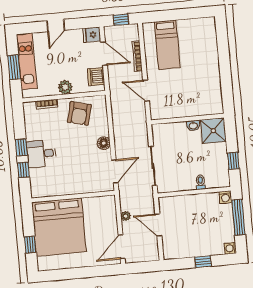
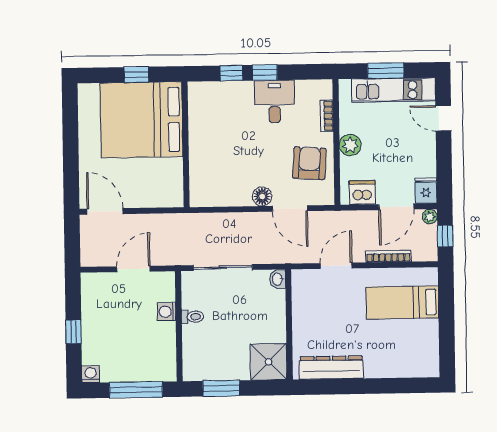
door: (56, 26) -> (443, 118), moved
dresser: (214, 89) -> (331, 368), added
armchair: (79, 113) -> (309, 163), turned 80
washbasin: (193, 126) -> (278, 279), moved
desk: (41, 154) -> (275, 101), moved
window: (233, 161) -> (221, 388), width x1.50
door: (115, 171) -> (290, 208), moved
toilet: (201, 182) -> (193, 317), moved
washing machine: (225, 197) -> (167, 312), moved
plant: (126, 216) -> (430, 217), moved
window: (30, 244) -> (136, 75), moved

